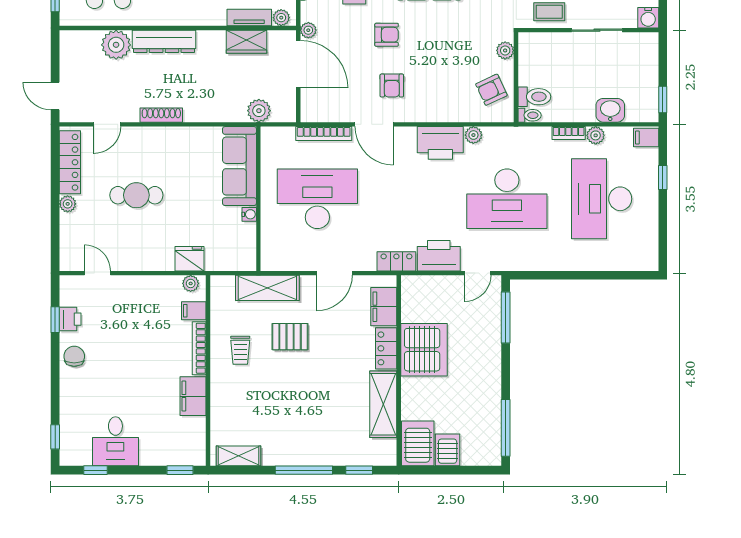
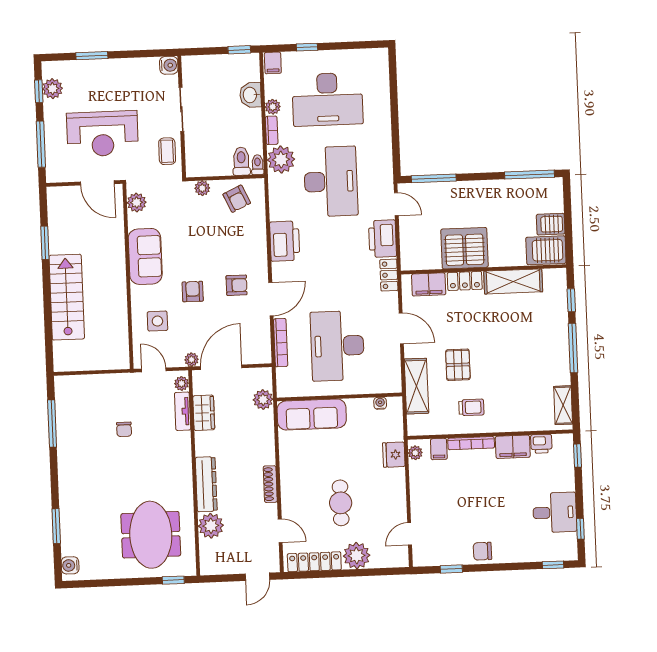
plant: (473, 135) -> (281, 160), moved, width x1.87, depth x1.87
plant: (68, 204) -> (357, 556), width x1.88, depth x1.88
water cooler: (249, 214) -> (380, 403), moved
printer: (70, 319) -> (541, 444), moved, turned 180

